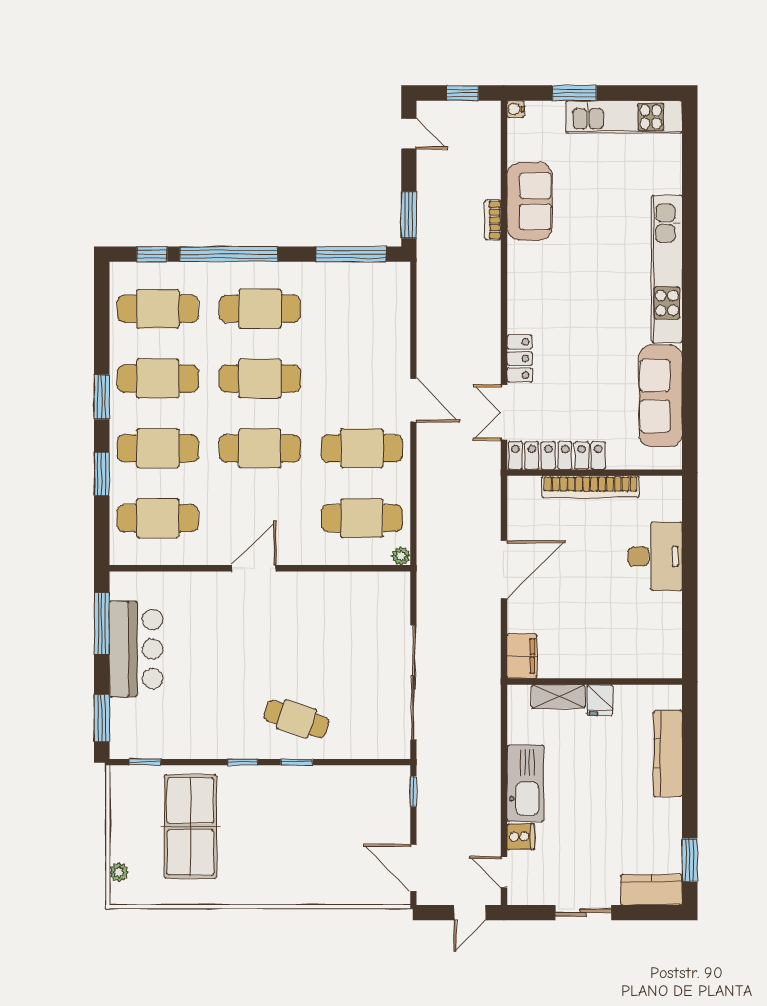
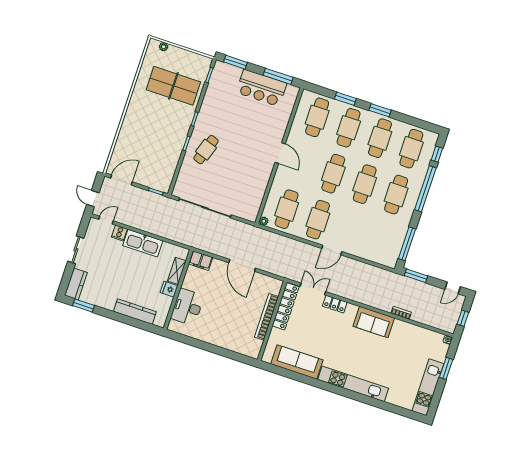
sofa: (530, 201) -> (374, 322), moved
desk: (655, 556) -> (187, 307), moved, turned 90

